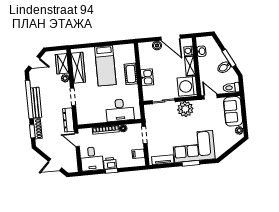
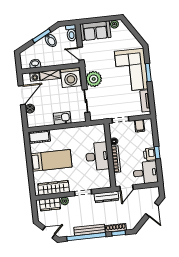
door: (34, 62) -> (49, 232), hinge flipped
cot: (131, 74) -> (39, 137), moved
door: (211, 97) -> (81, 54), hinge flipped
desk: (120, 110) -> (97, 156), moved

